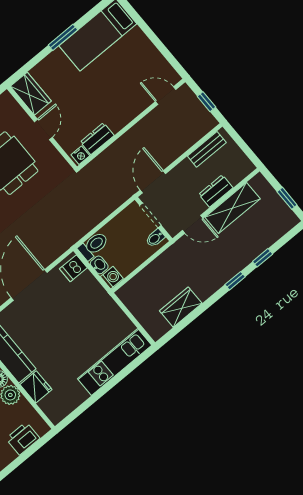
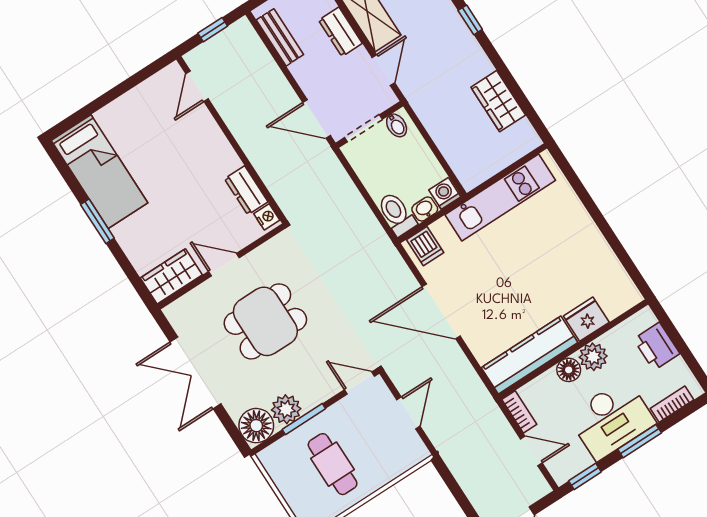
kitchen unit: (115, 362) -> (500, 198), moved, turned -90

